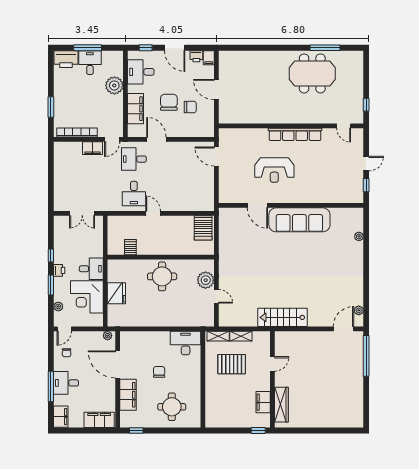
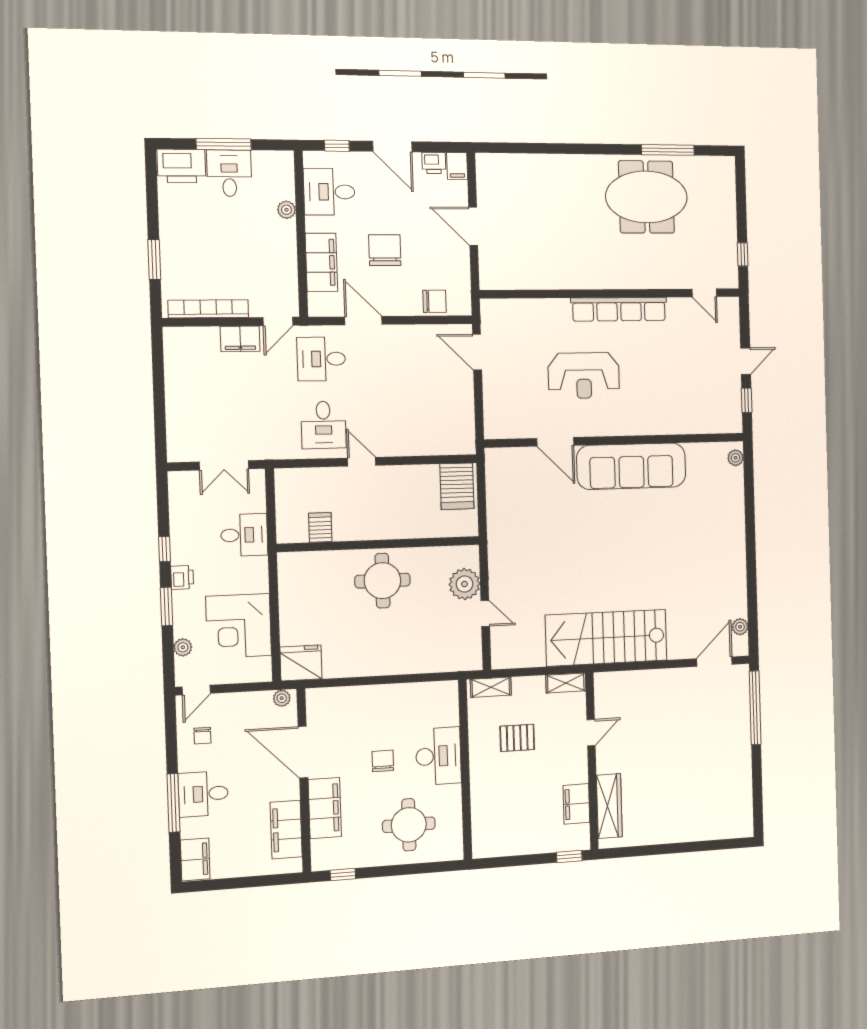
plant: (114, 85) -> (286, 210), width x0.53, depth x0.53
chair: (190, 107) -> (434, 301), moved
plant: (359, 236) -> (736, 458), moved
desk: (91, 269) -> (244, 535), moved
fridge: (116, 293) -> (301, 663), moved, turned -90
stairs: (283, 317) -> (606, 638), width x1.36, depth x1.51
shelving: (241, 336) -> (566, 683), moved
desk: (186, 343) -> (438, 756), moved, turned 90
pallet: (232, 364) -> (517, 738), width x0.67, depth x0.71
filing cabinet: (99, 420) -> (286, 830), moved, turned -90

